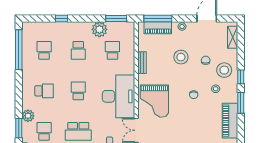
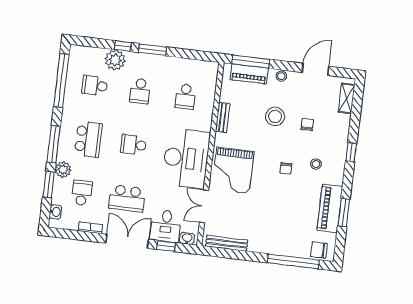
window: (116, 18) -> (152, 50), moved
plant: (99, 29) -> (115, 60), moved
school desk: (44, 50) -> (95, 86), turned -90
school desk: (112, 50) -> (185, 97), turned 180
stool: (224, 70) -> (330, 141), removed
school desk: (44, 91) -> (88, 139), width x1.85
school desk: (78, 91) -> (134, 145), turned -90
window: (19, 98) -> (54, 144), added
window: (241, 103) -> (344, 213), moved

